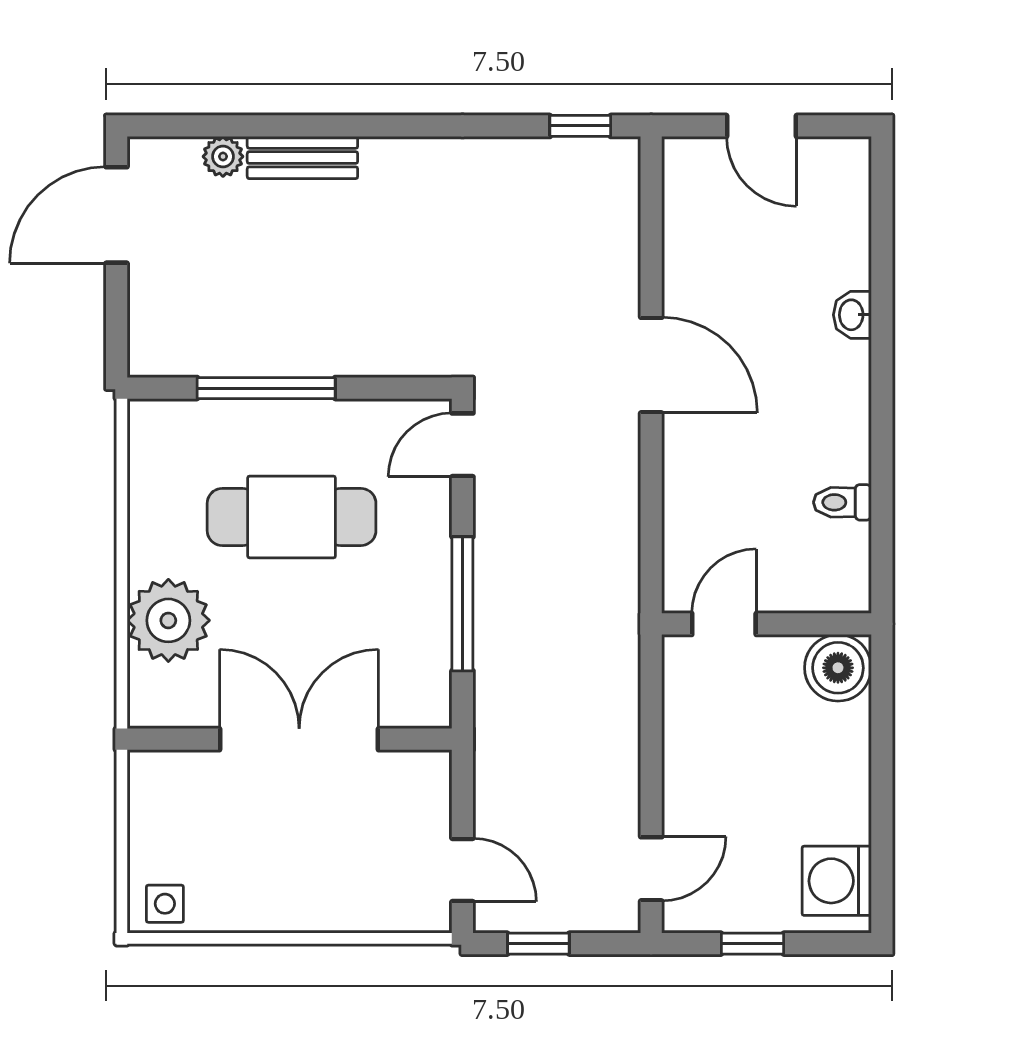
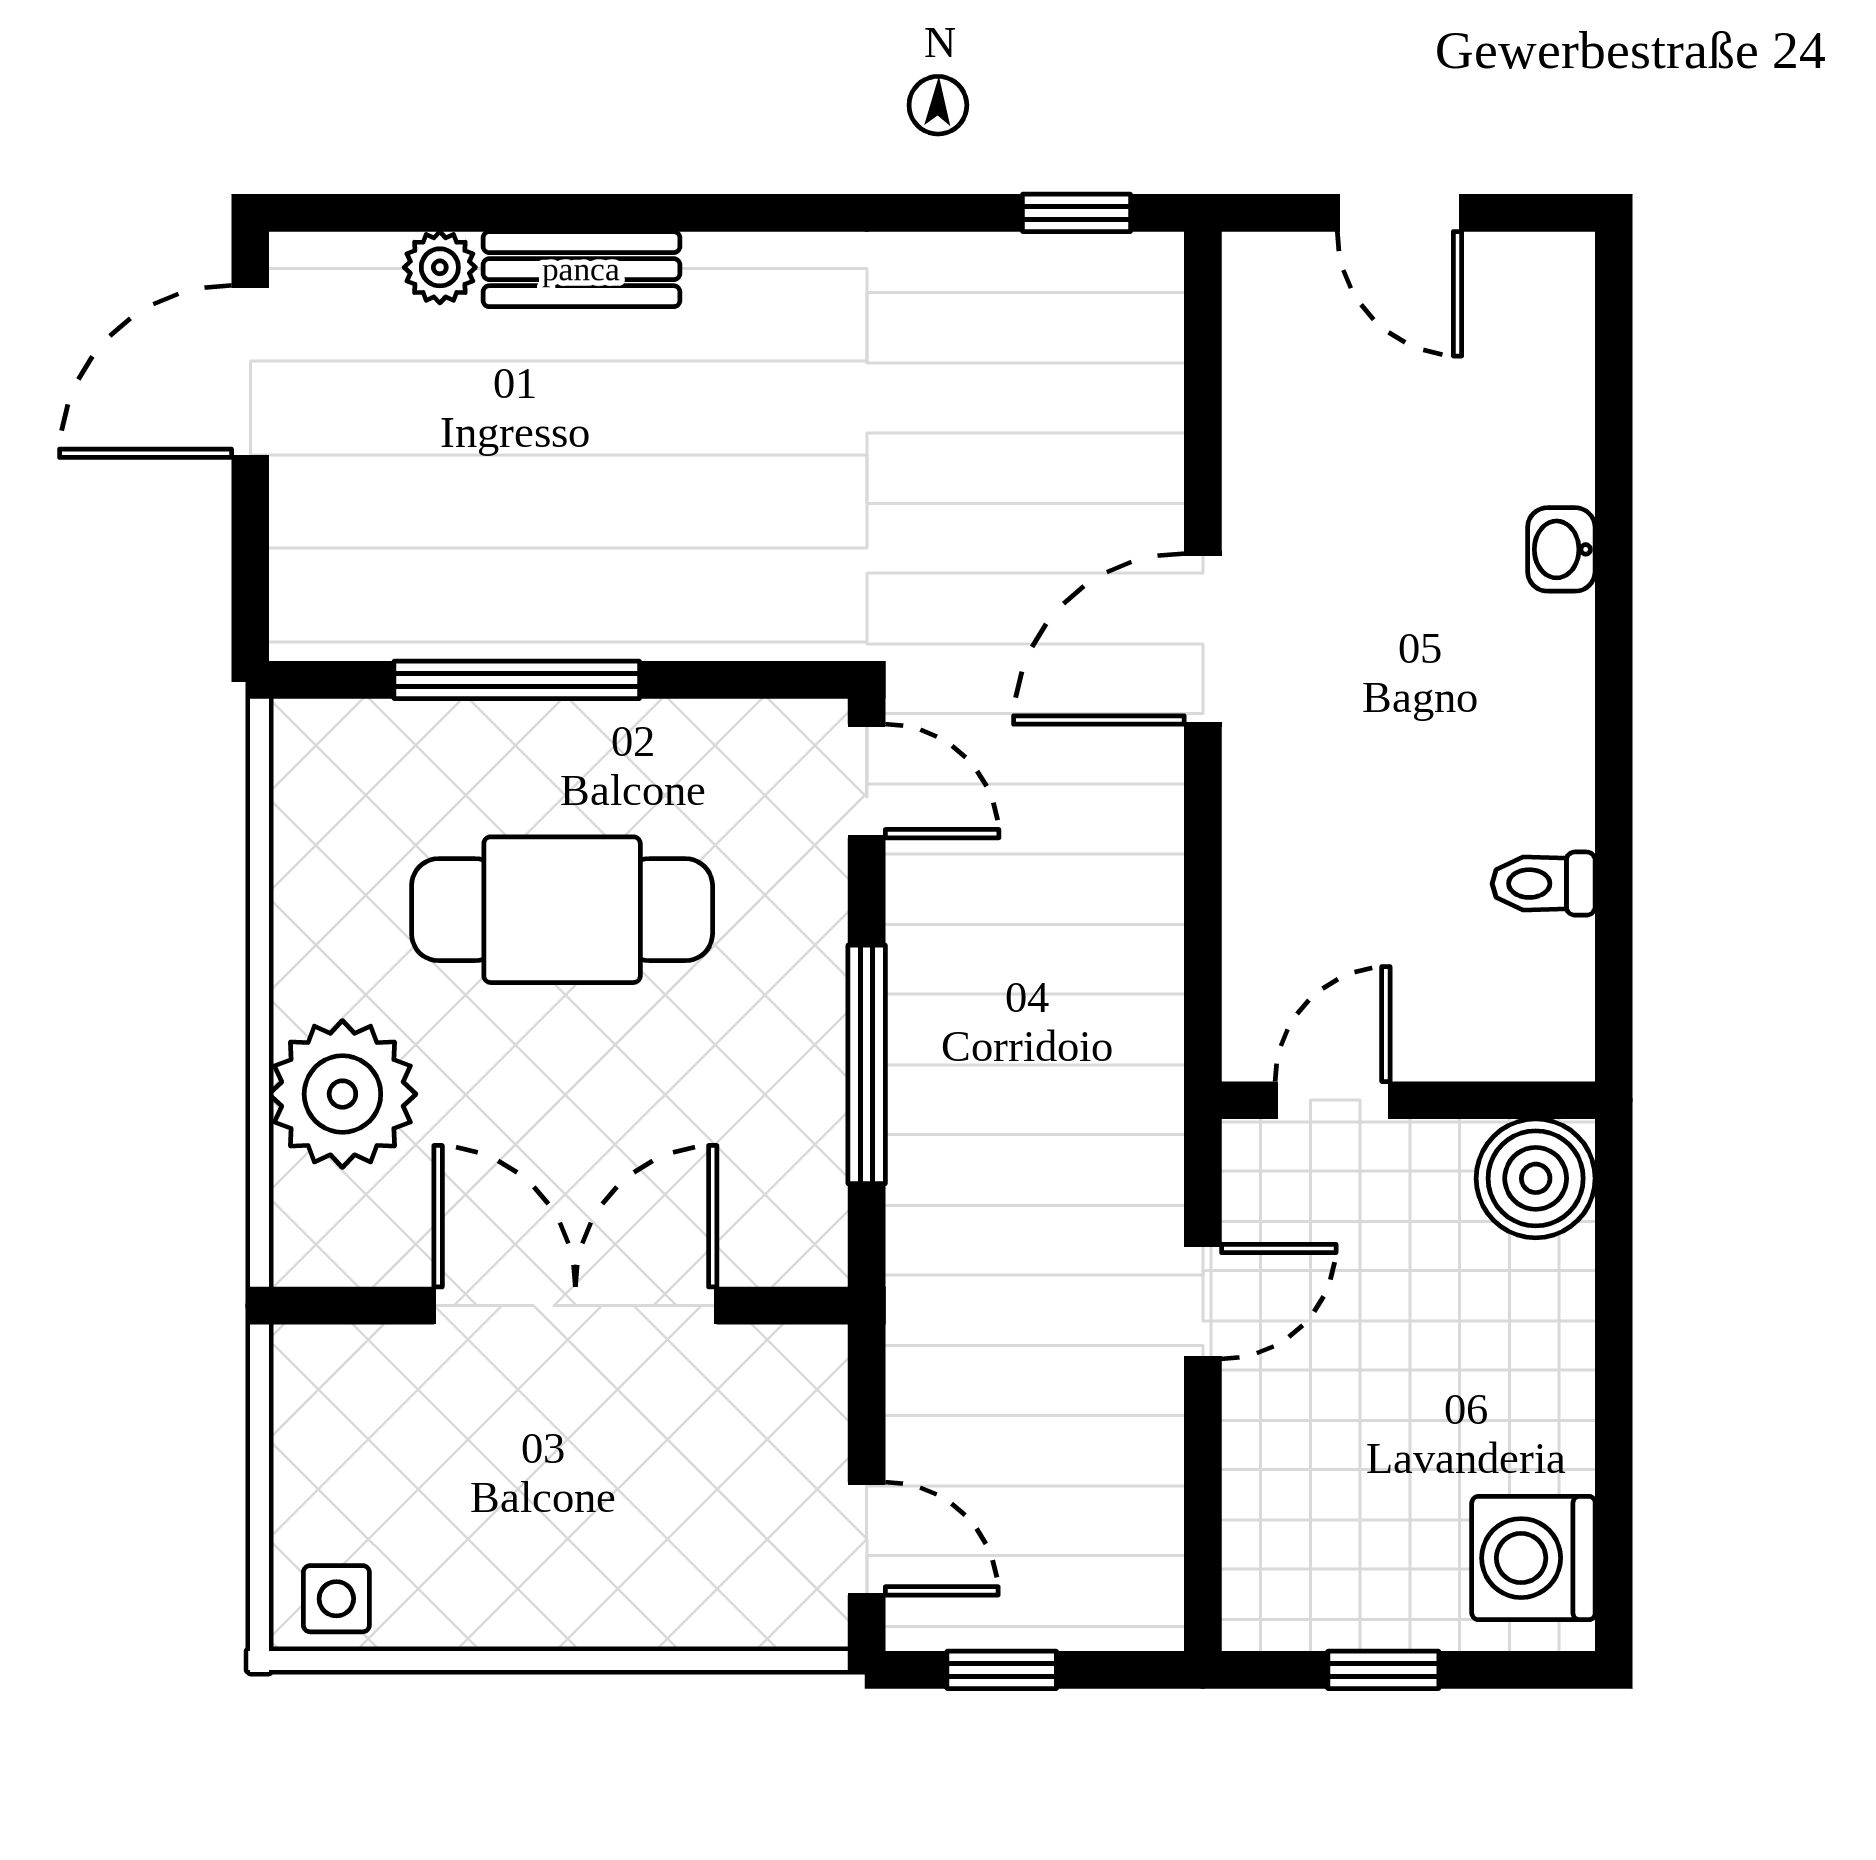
door: (651, 365) -> (1203, 639), swing flipped
door: (462, 445) -> (867, 781), swing flipped
door: (651, 869) -> (1203, 1302), moved

